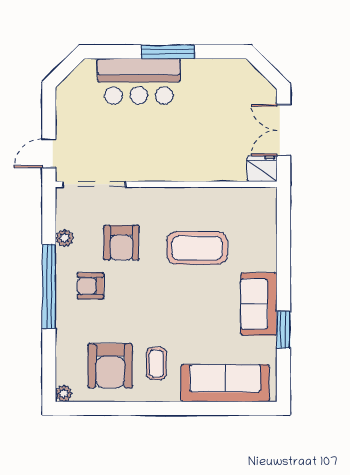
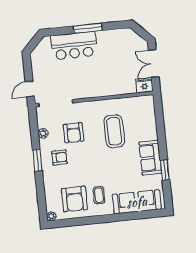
coffee table: (197, 248) -> (114, 131), turned 90
armchair: (90, 286) -> (59, 157), turned 180
window: (49, 287) -> (37, 160), width x0.47

